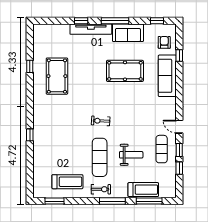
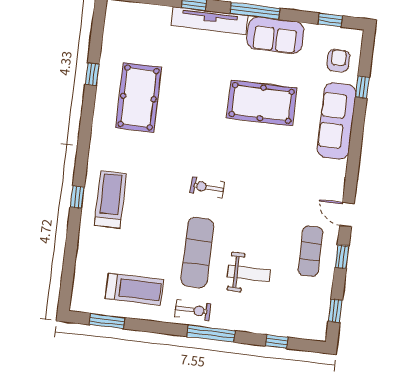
weight bench: (131, 155) -> (249, 273), moved
window: (179, 168) -> (335, 311), moved
treadmill: (143, 190) -> (110, 200), moved, turned -90
window: (149, 201) -> (277, 342), width x0.46

